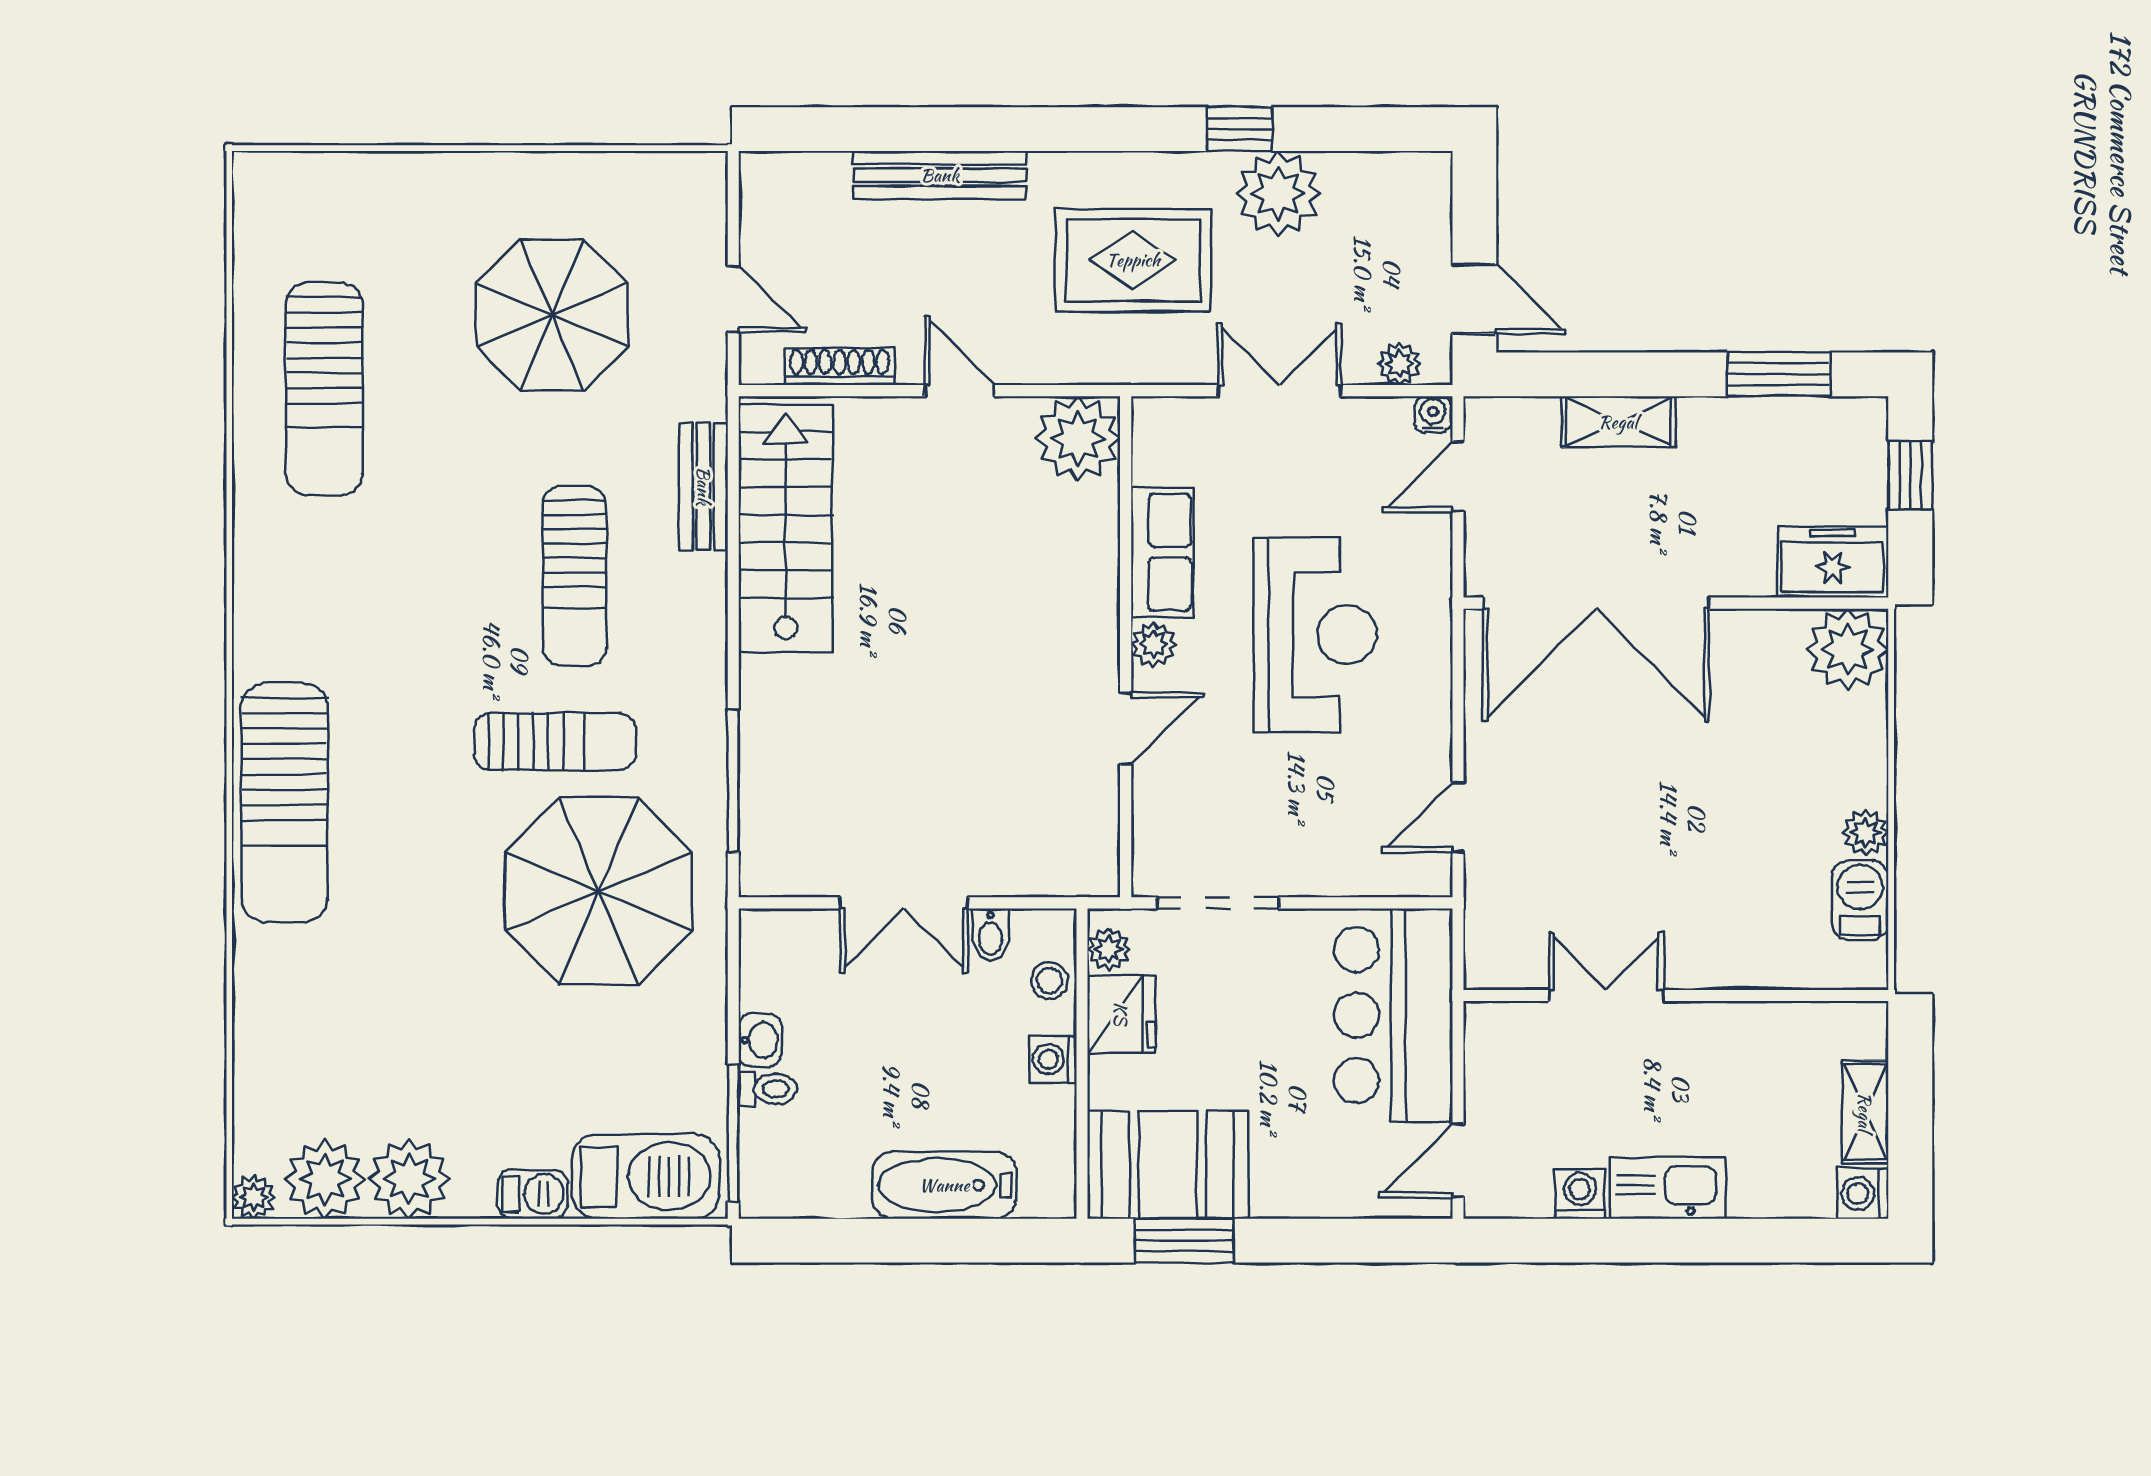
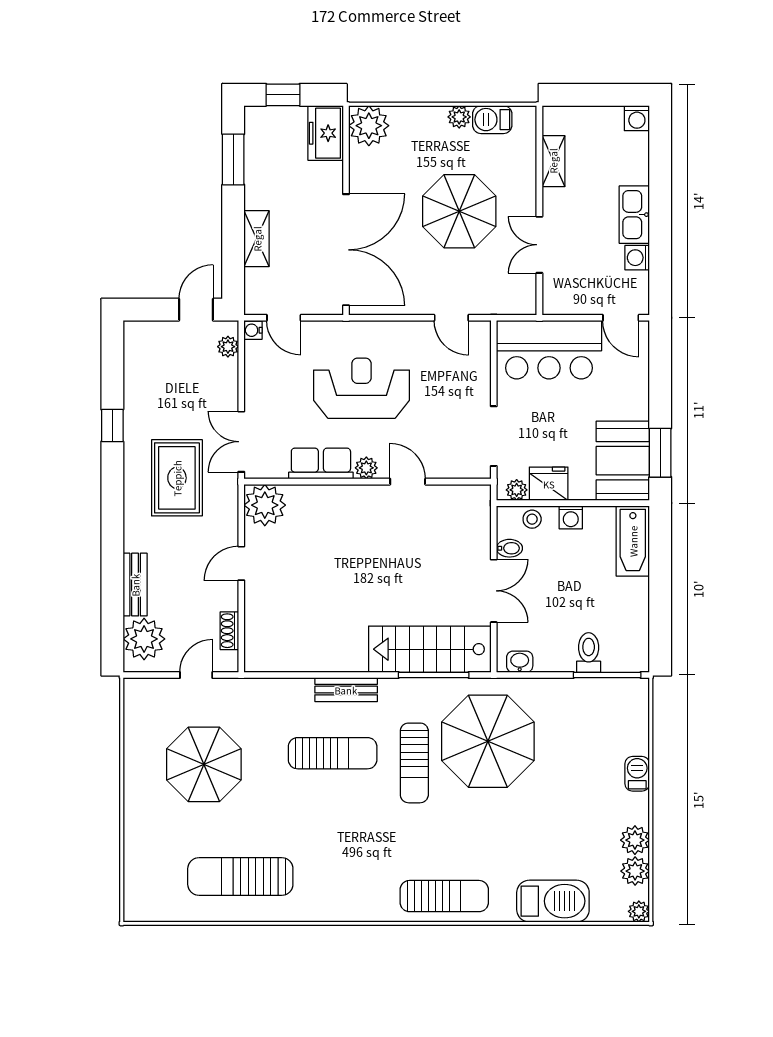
bench: (940, 175) -> (135, 585), width x0.73
plant: (1278, 193) -> (144, 639), moved
shoe rack: (840, 367) -> (229, 631), width x0.70
sun lounger: (324, 389) -> (240, 877), turned 180
double door: (1280, 391) -> (241, 442), moved
bench: (704, 486) -> (346, 690), moved
stairs: (786, 528) -> (430, 649), moved
sun lounger: (555, 742) -> (414, 763), turned 180
sun lounger: (285, 802) -> (444, 896), width x0.73, depth x0.75
parasol: (1674, 833) -> (459, 211), added
washbasin: (760, 1040) -> (520, 662), moved
toilet: (768, 1089) -> (589, 653), width x1.37, depth x1.39
shelving: (1865, 1112) -> (553, 161), moved, turned 90
barbecue: (646, 1176) -> (553, 901), moved, turned 90
plant: (325, 1179) -> (635, 871), width x0.73, depth x0.73
plant: (409, 1179) -> (635, 840), width x0.73, depth x0.73
bathtub: (944, 1185) -> (633, 541), moved

